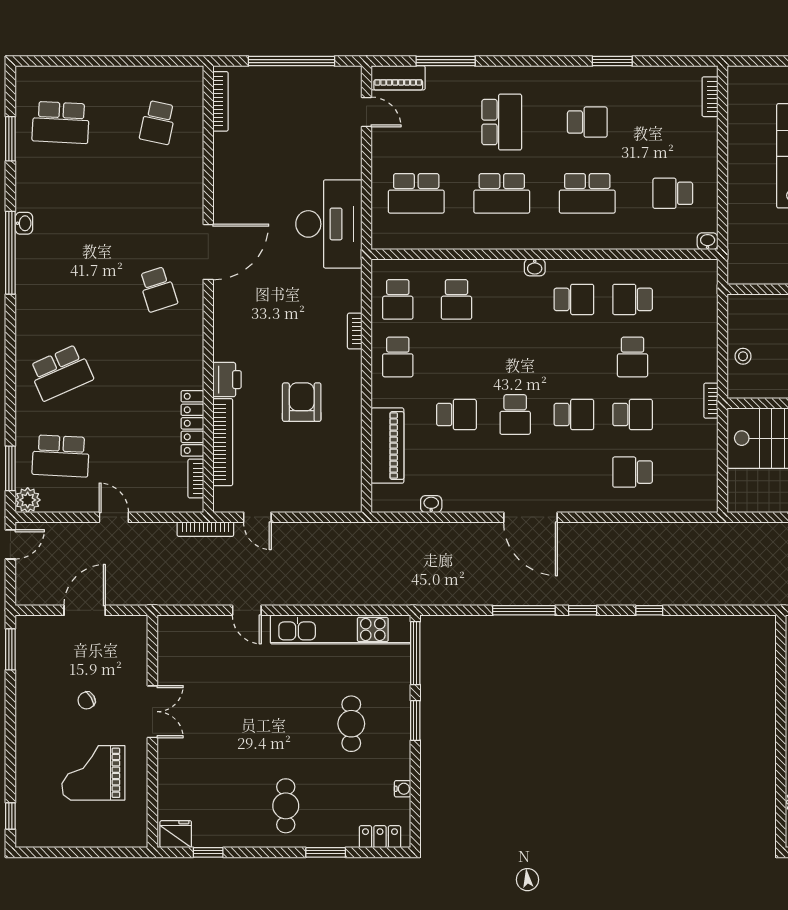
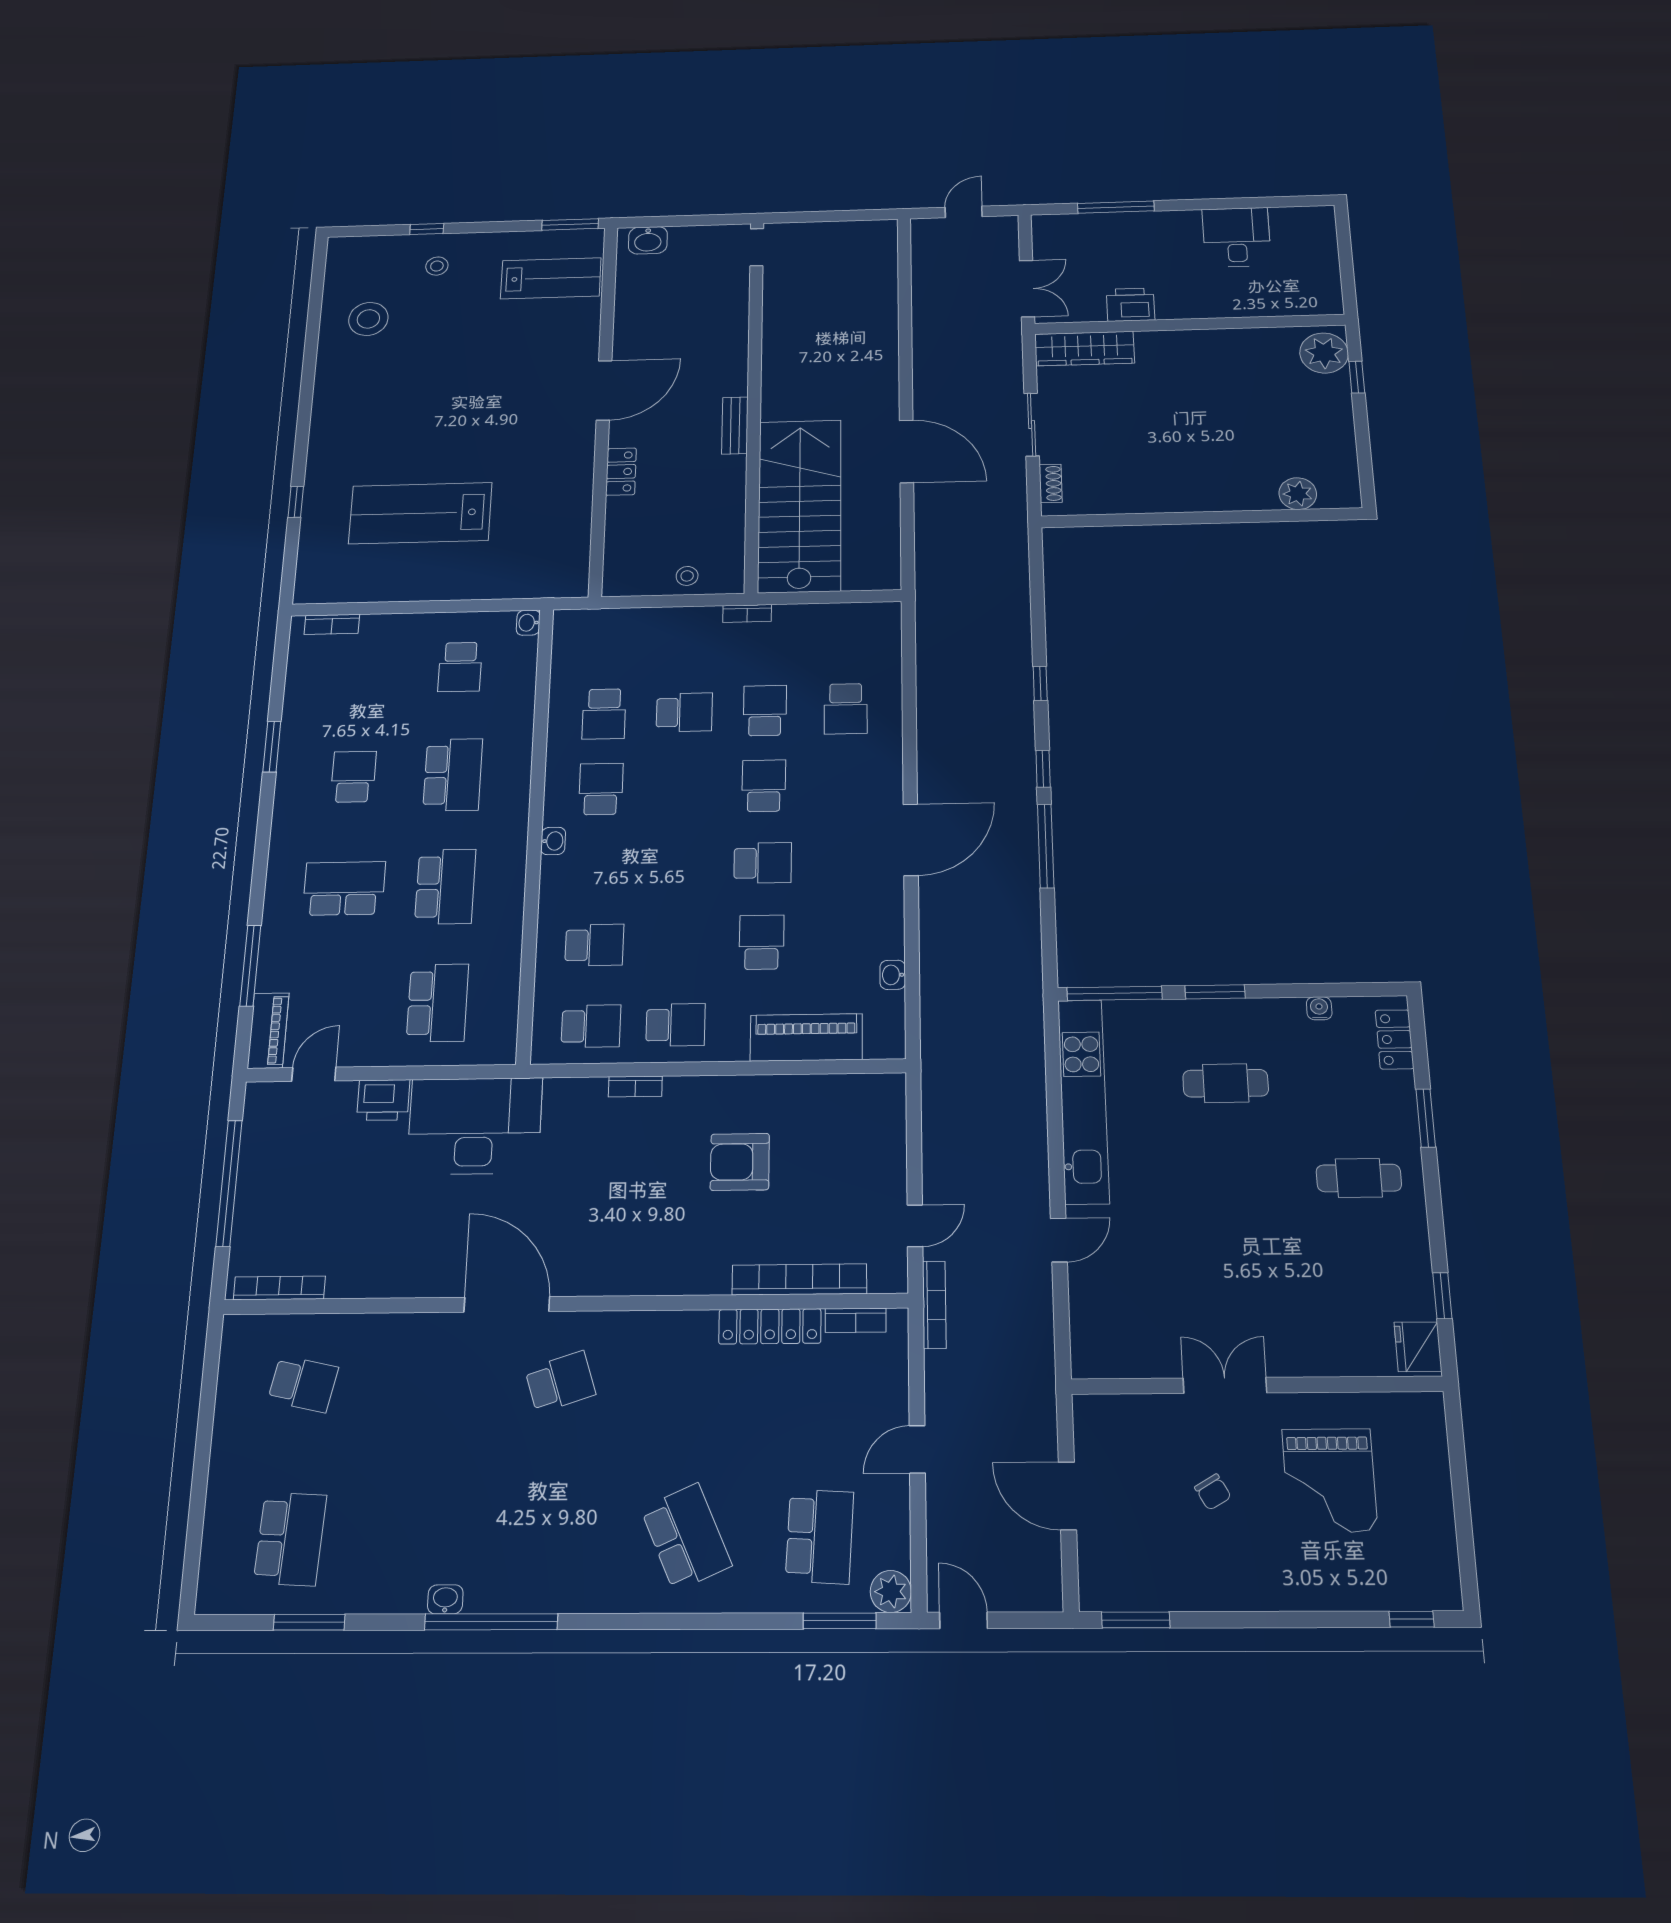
printer: (227, 380) -> (383, 1100), moved, turned 180

